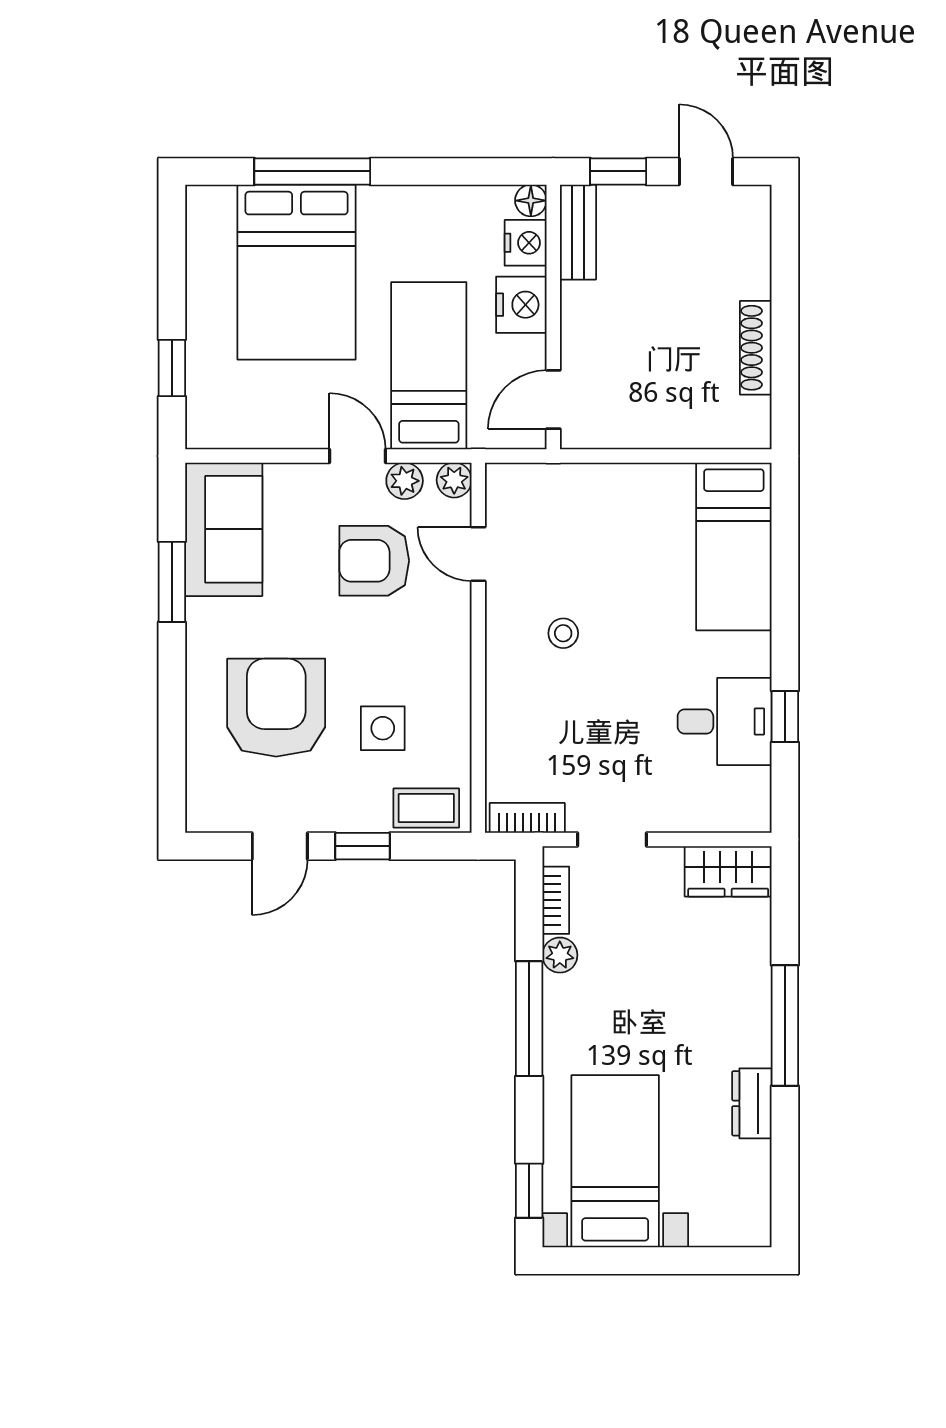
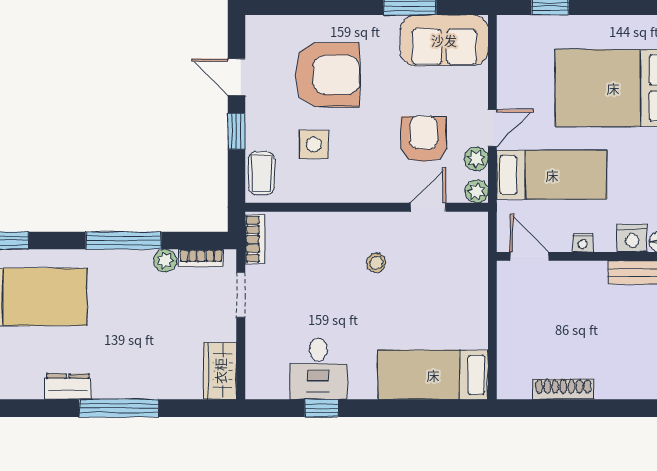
nightstand: (521, 305) -> (583, 243), width x0.53, depth x0.56

